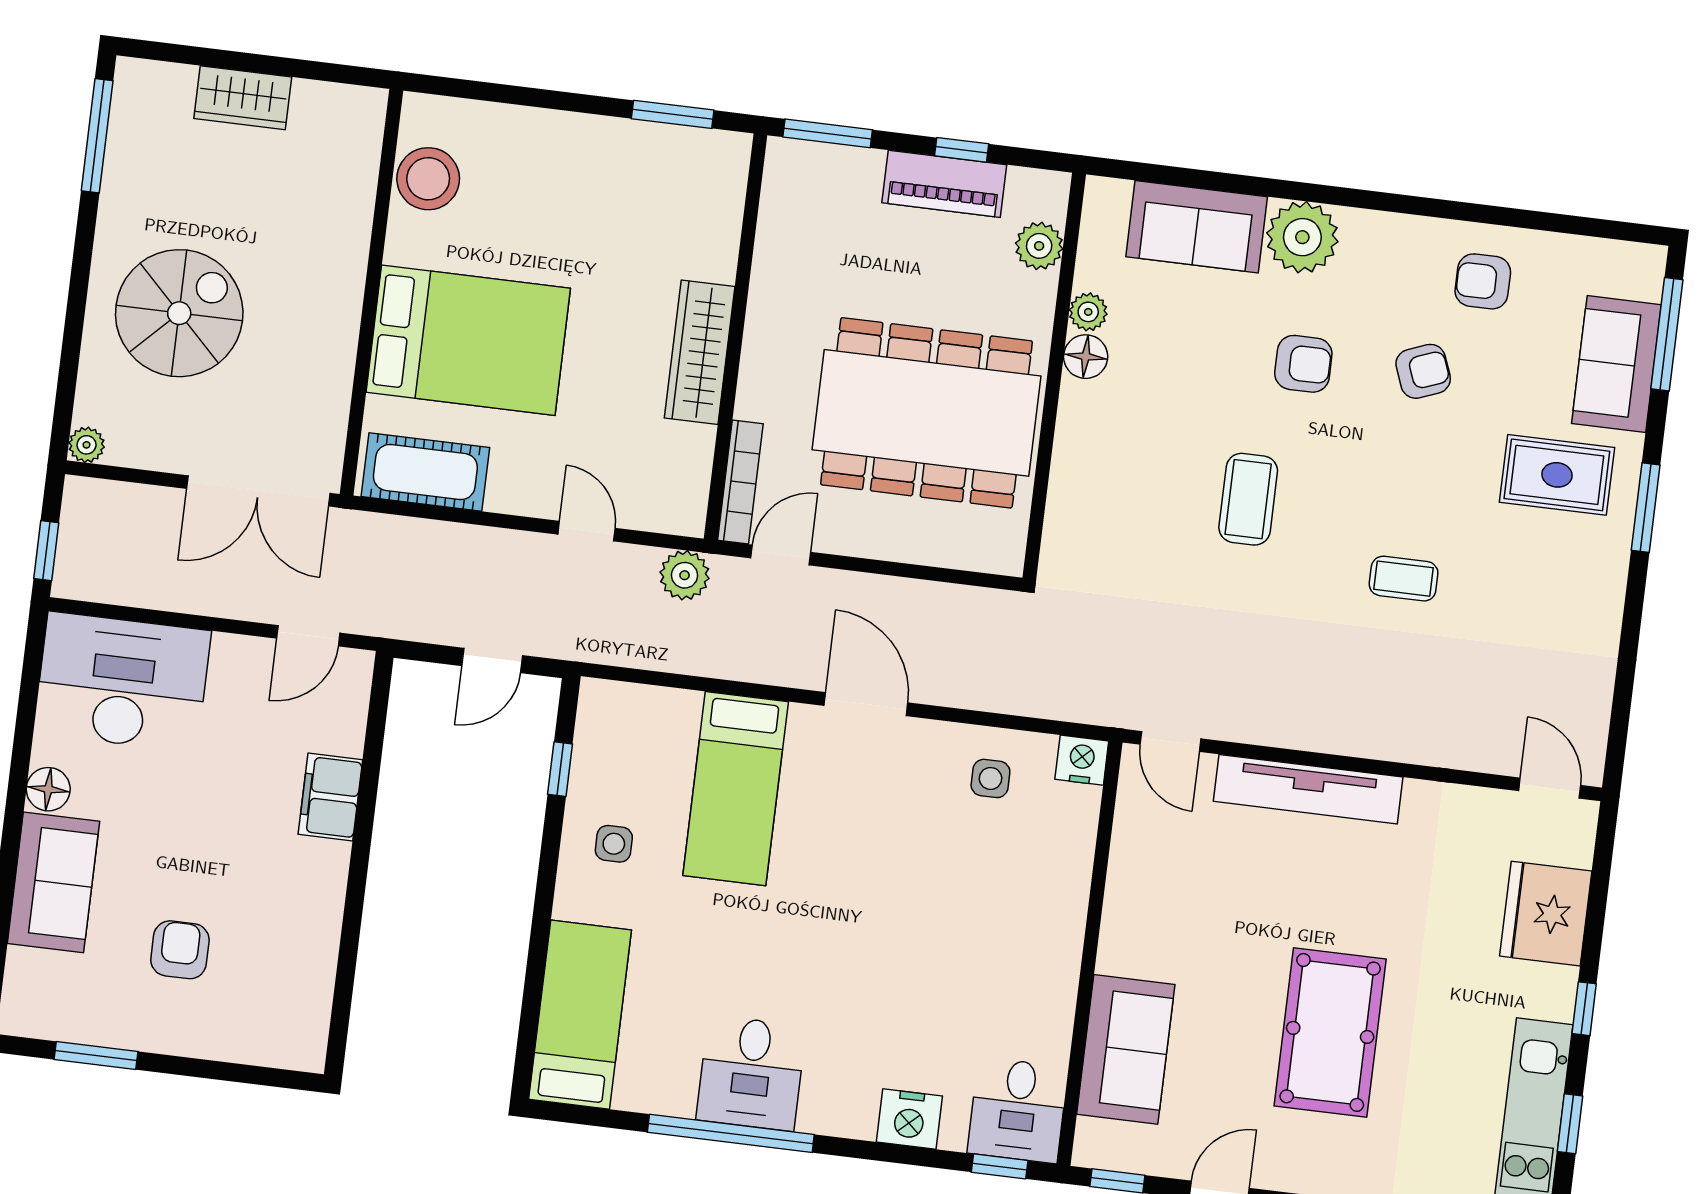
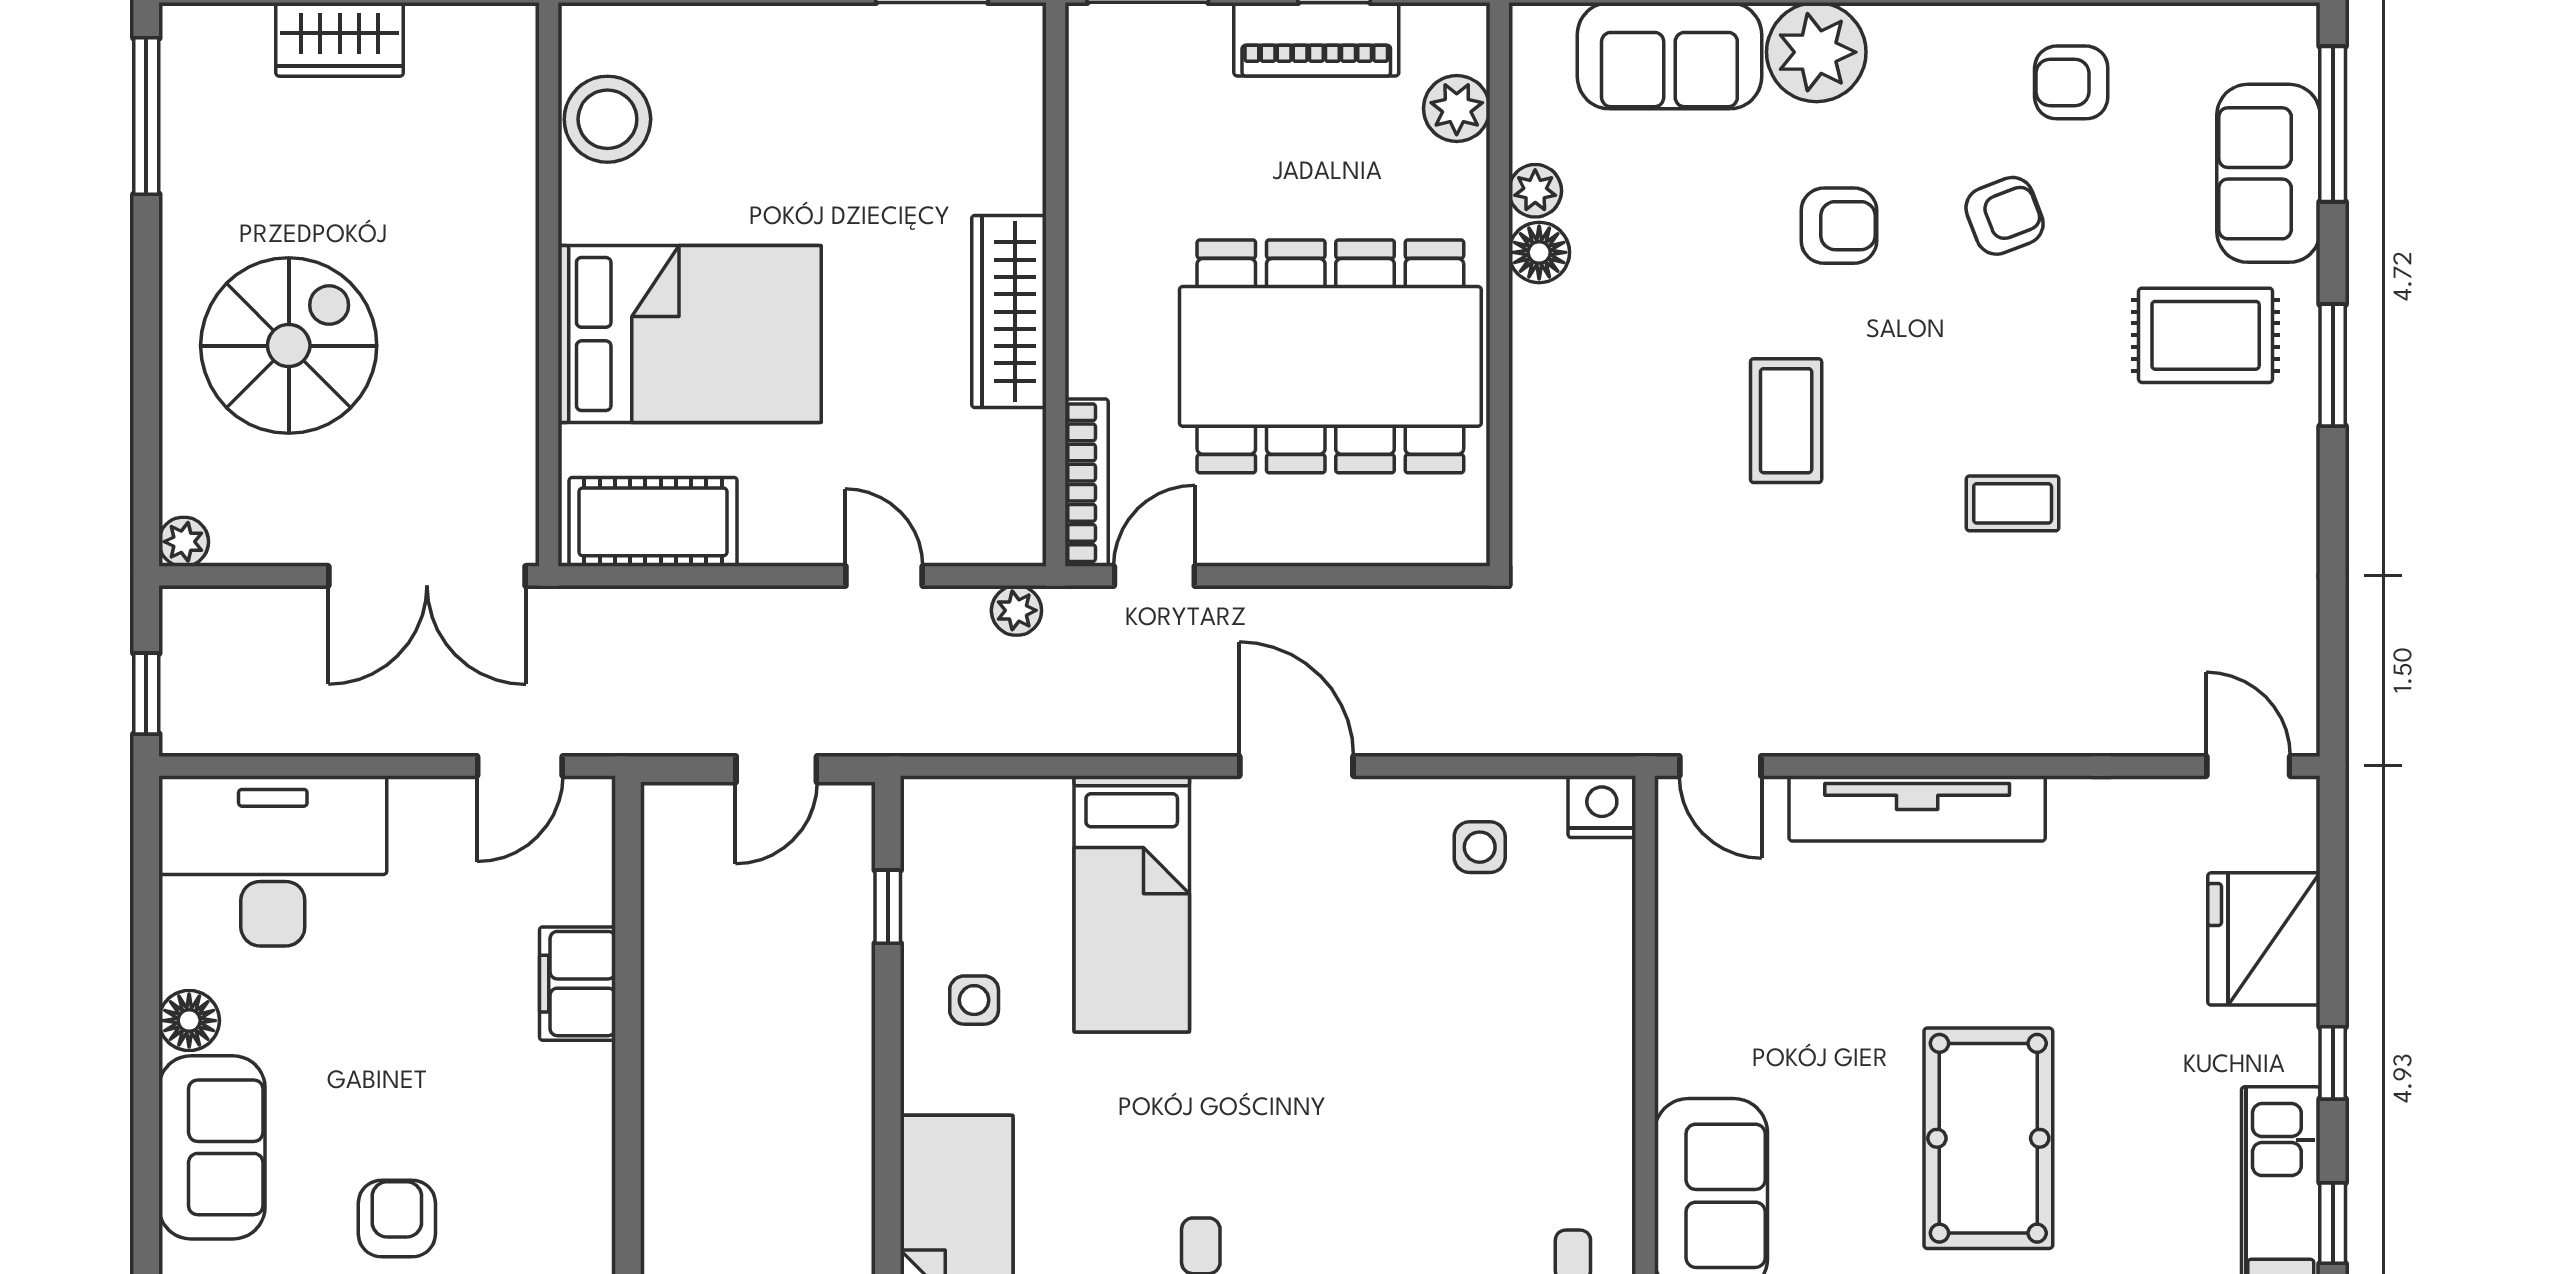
plant: (685, 575) -> (1016, 610), width x0.73, depth x0.73

